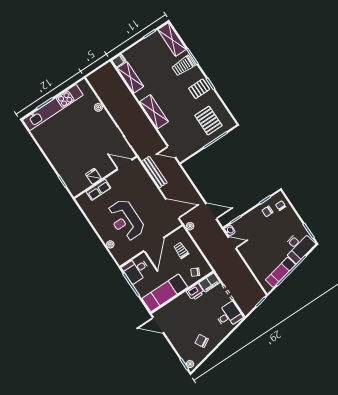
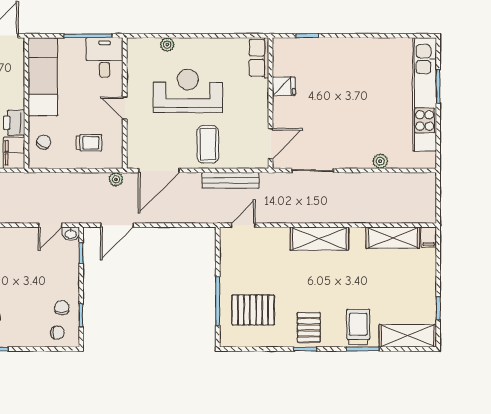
row of seats: (99, 190) -> (259, 58), moved
coffee table: (145, 194) -> (208, 144), added
door: (154, 244) -> (125, 108), width x0.53

